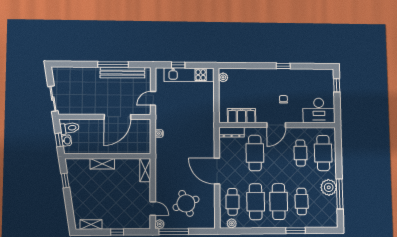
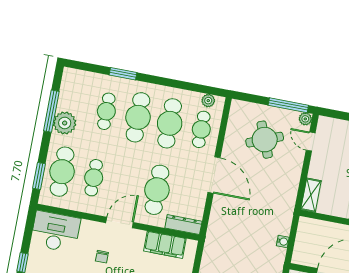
window: (338, 147) -> (39, 176), added

